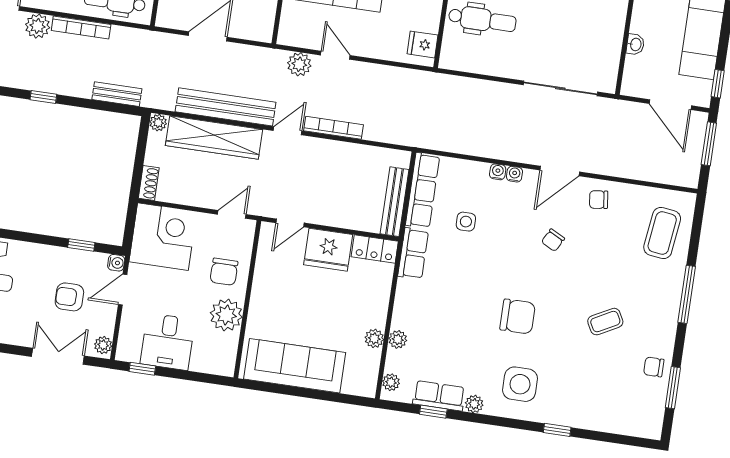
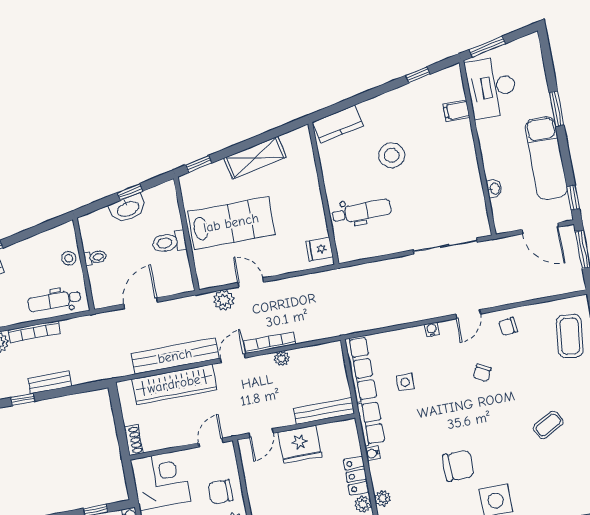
bench: (117, 94) -> (50, 382), moved
plant: (158, 123) -> (282, 359), moved
door: (560, 171) -> (468, 314), width x0.73
water cooler: (498, 172) -> (373, 453), moved, turned -90
bench: (395, 202) -> (324, 411), moved, turned 90
locker: (375, 249) -> (356, 476), moved, turned 90
chair: (224, 272) -> (221, 492), turned 90
chair: (518, 316) -> (458, 466), moved

